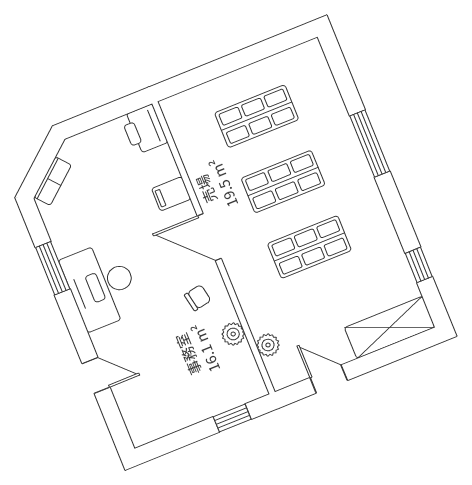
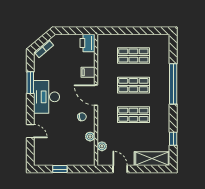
window: (370, 144) -> (173, 84), width x1.46
window: (232, 418) -> (60, 169), moved

